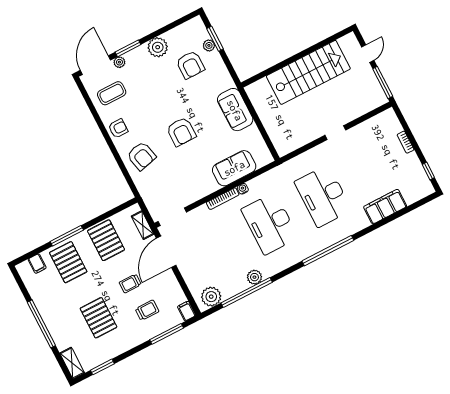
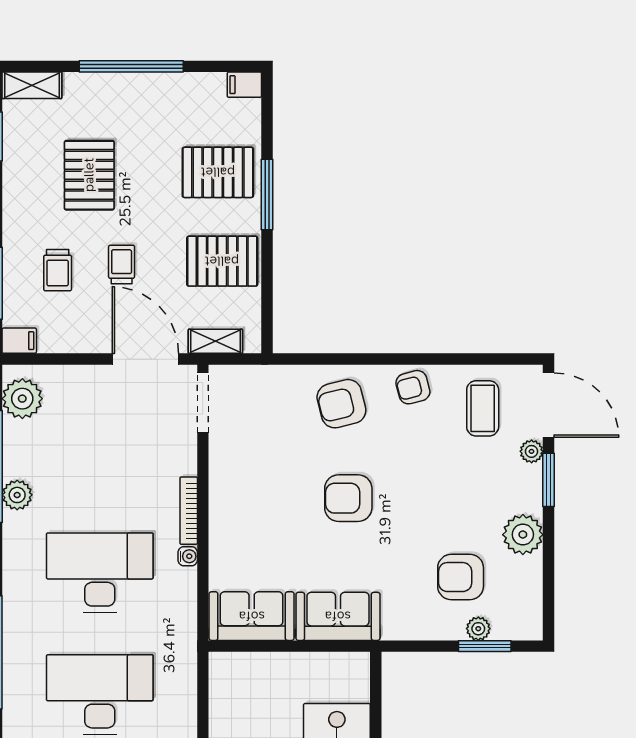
armchair: (118, 128) -> (413, 387), turned 75
sofa: (234, 168) -> (252, 616), moved, turned -90
filing cabinet: (37, 264) -> (244, 85), moved
pallet: (98, 318) -> (89, 175), turned 90

